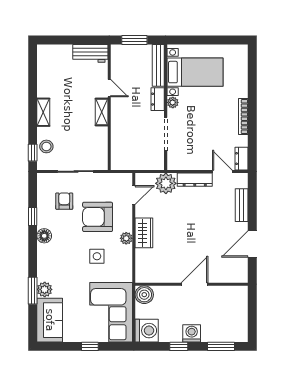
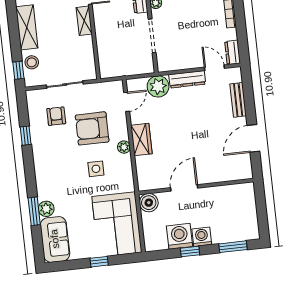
shelving: (43, 112) -> (27, 27), width x1.50, depth x1.33
floor lamp: (44, 236) -> (40, 154), removed
door: (195, 284) -> (184, 188), moved
washing machine: (147, 331) -> (180, 236), moved, turned -90

